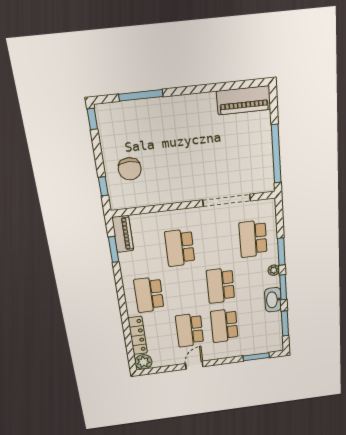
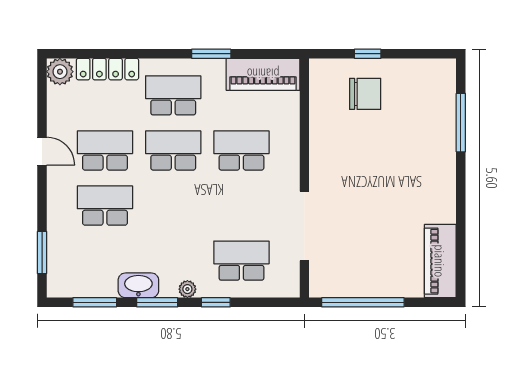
window: (92, 119) -> (437, 54), removed
chair: (130, 169) -> (365, 94), turned 180
window: (103, 186) -> (368, 54), moved
piano: (123, 234) -> (263, 74), width x1.37, depth x1.33
window: (114, 249) -> (211, 54), moved
window: (281, 252) -> (216, 302), width x0.67
school desk: (221, 286) -> (173, 150), moved

